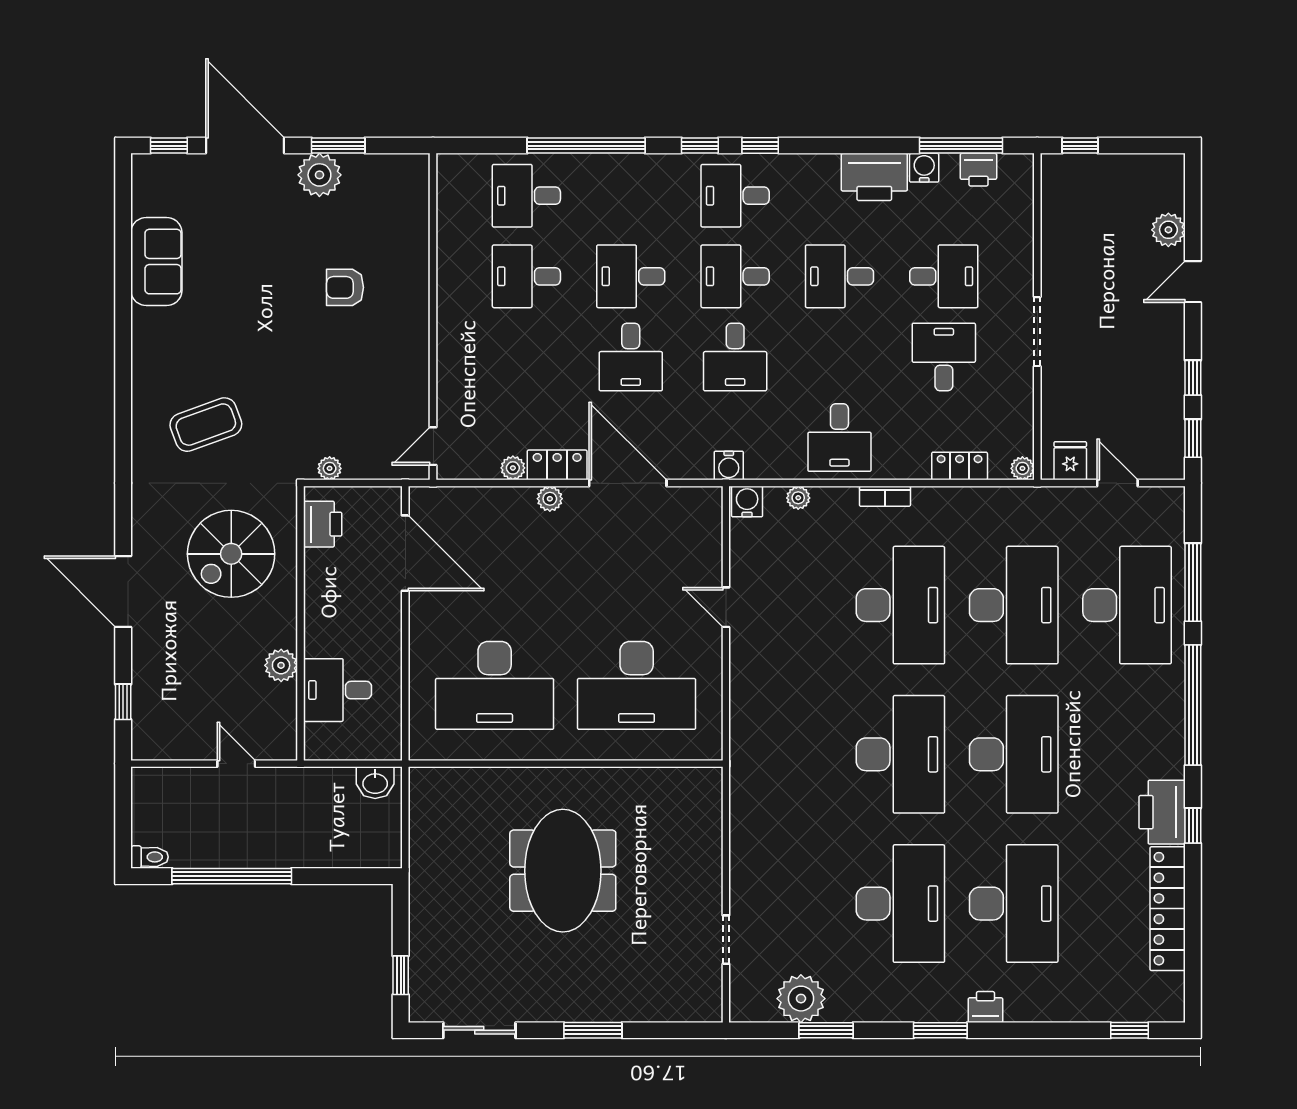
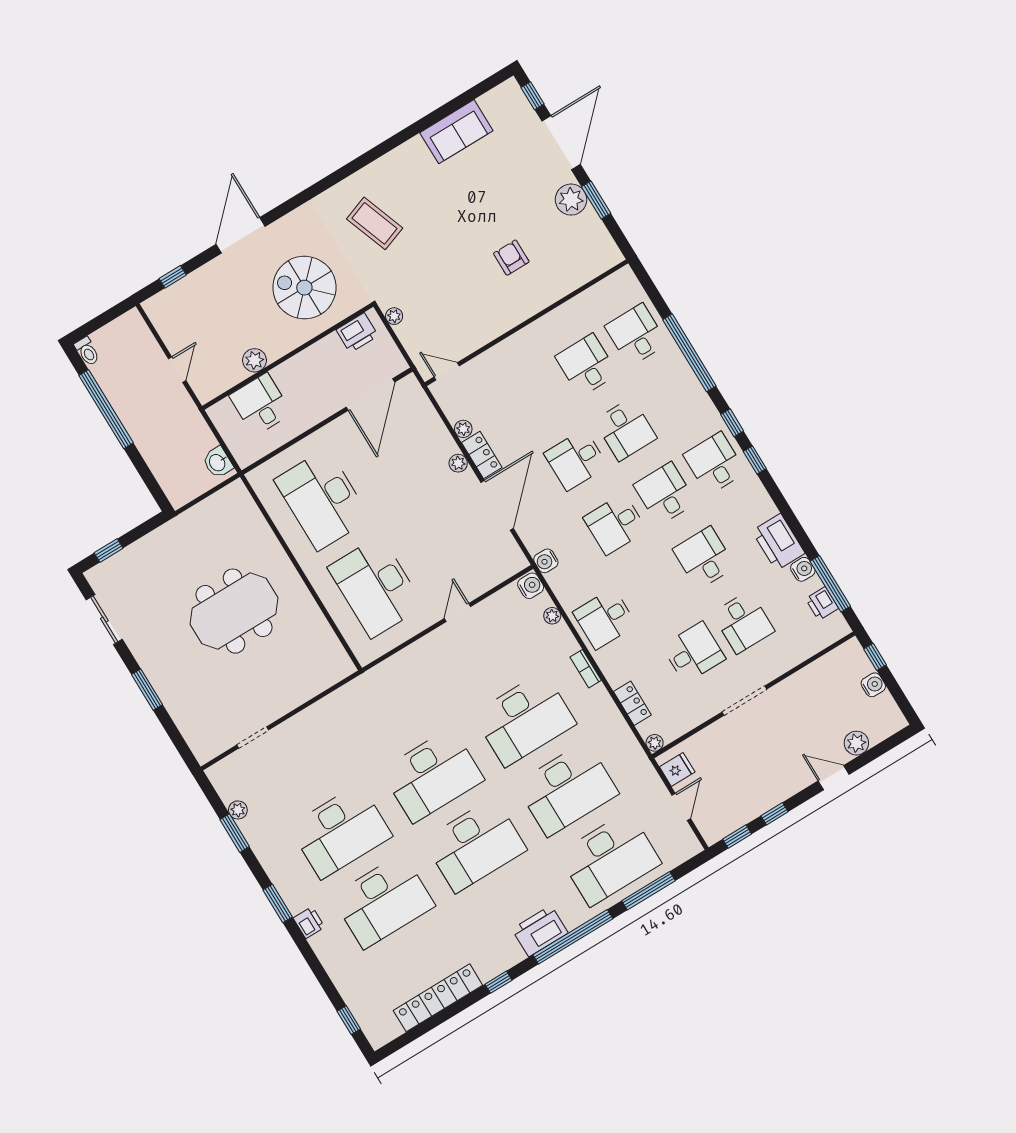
water cooler: (1112, 168) -> (873, 685), added
desk: (631, 276) -> (626, 429), turned 180
printer: (1162, 812) -> (540, 931), moved
plant: (801, 999) -> (238, 810), width x0.53, depth x0.53

